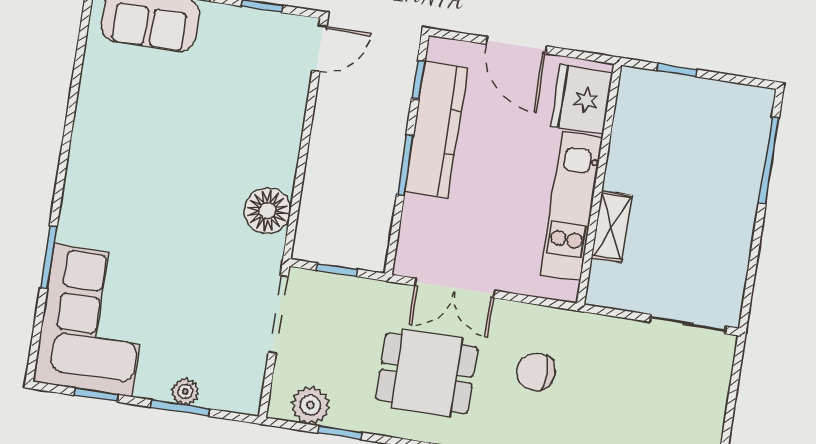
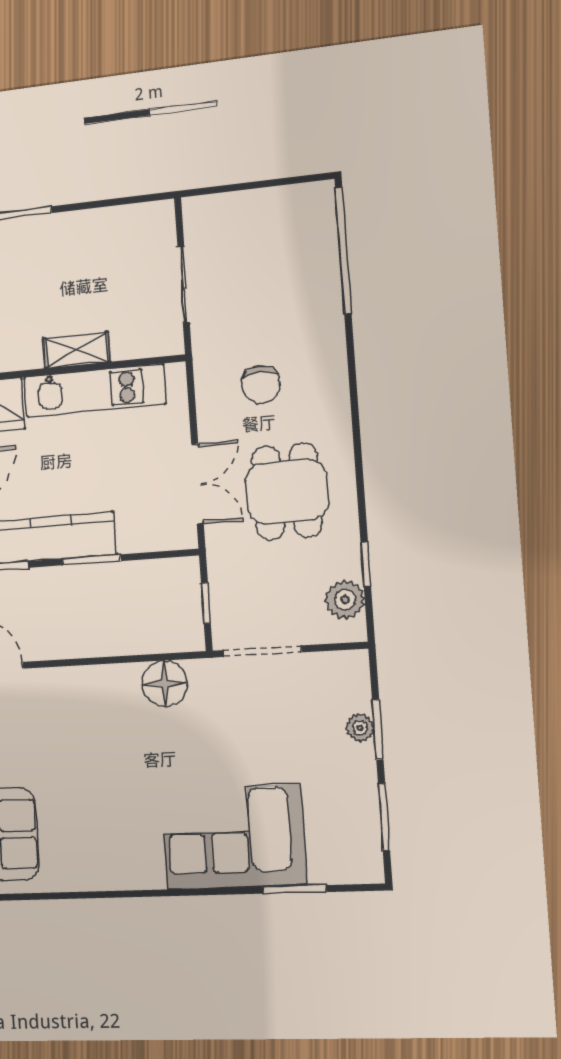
shelving: (612, 227) -> (77, 350), moved
window: (49, 257) -> (295, 889), moved
corner sofa: (93, 320) -> (233, 837), moved
sliding door: (688, 324) -> (184, 284), moved
window: (96, 395) -> (384, 817), width x1.50

